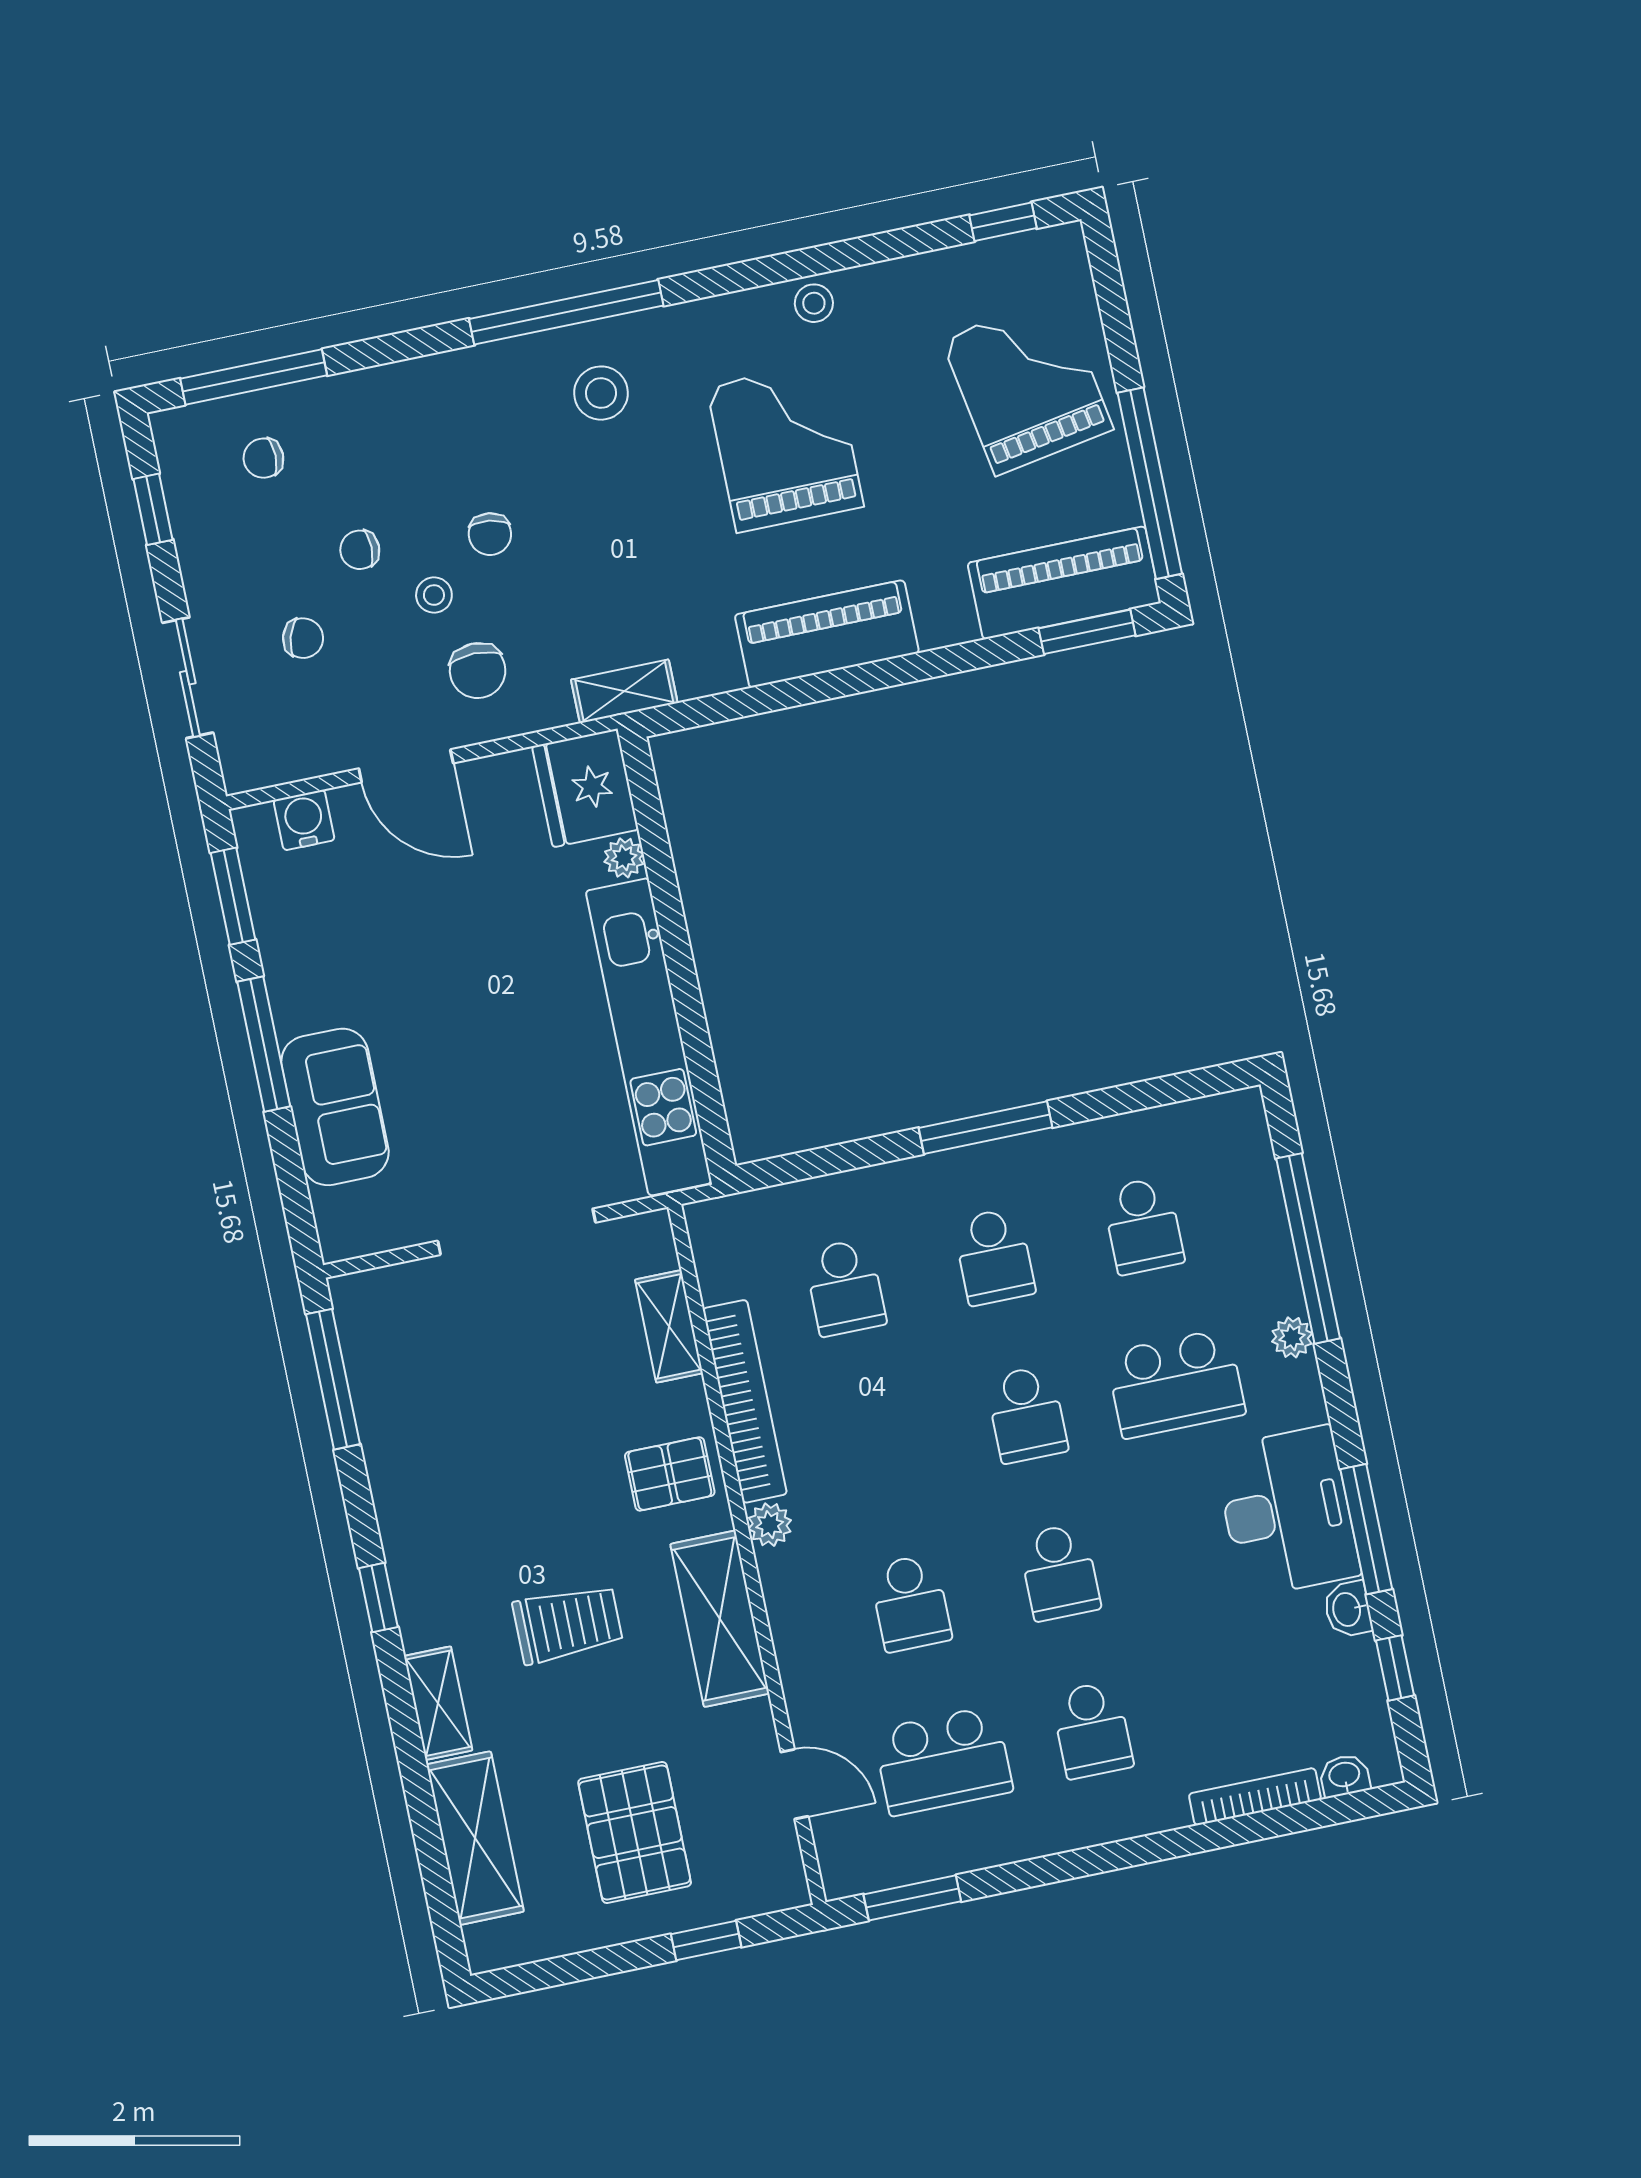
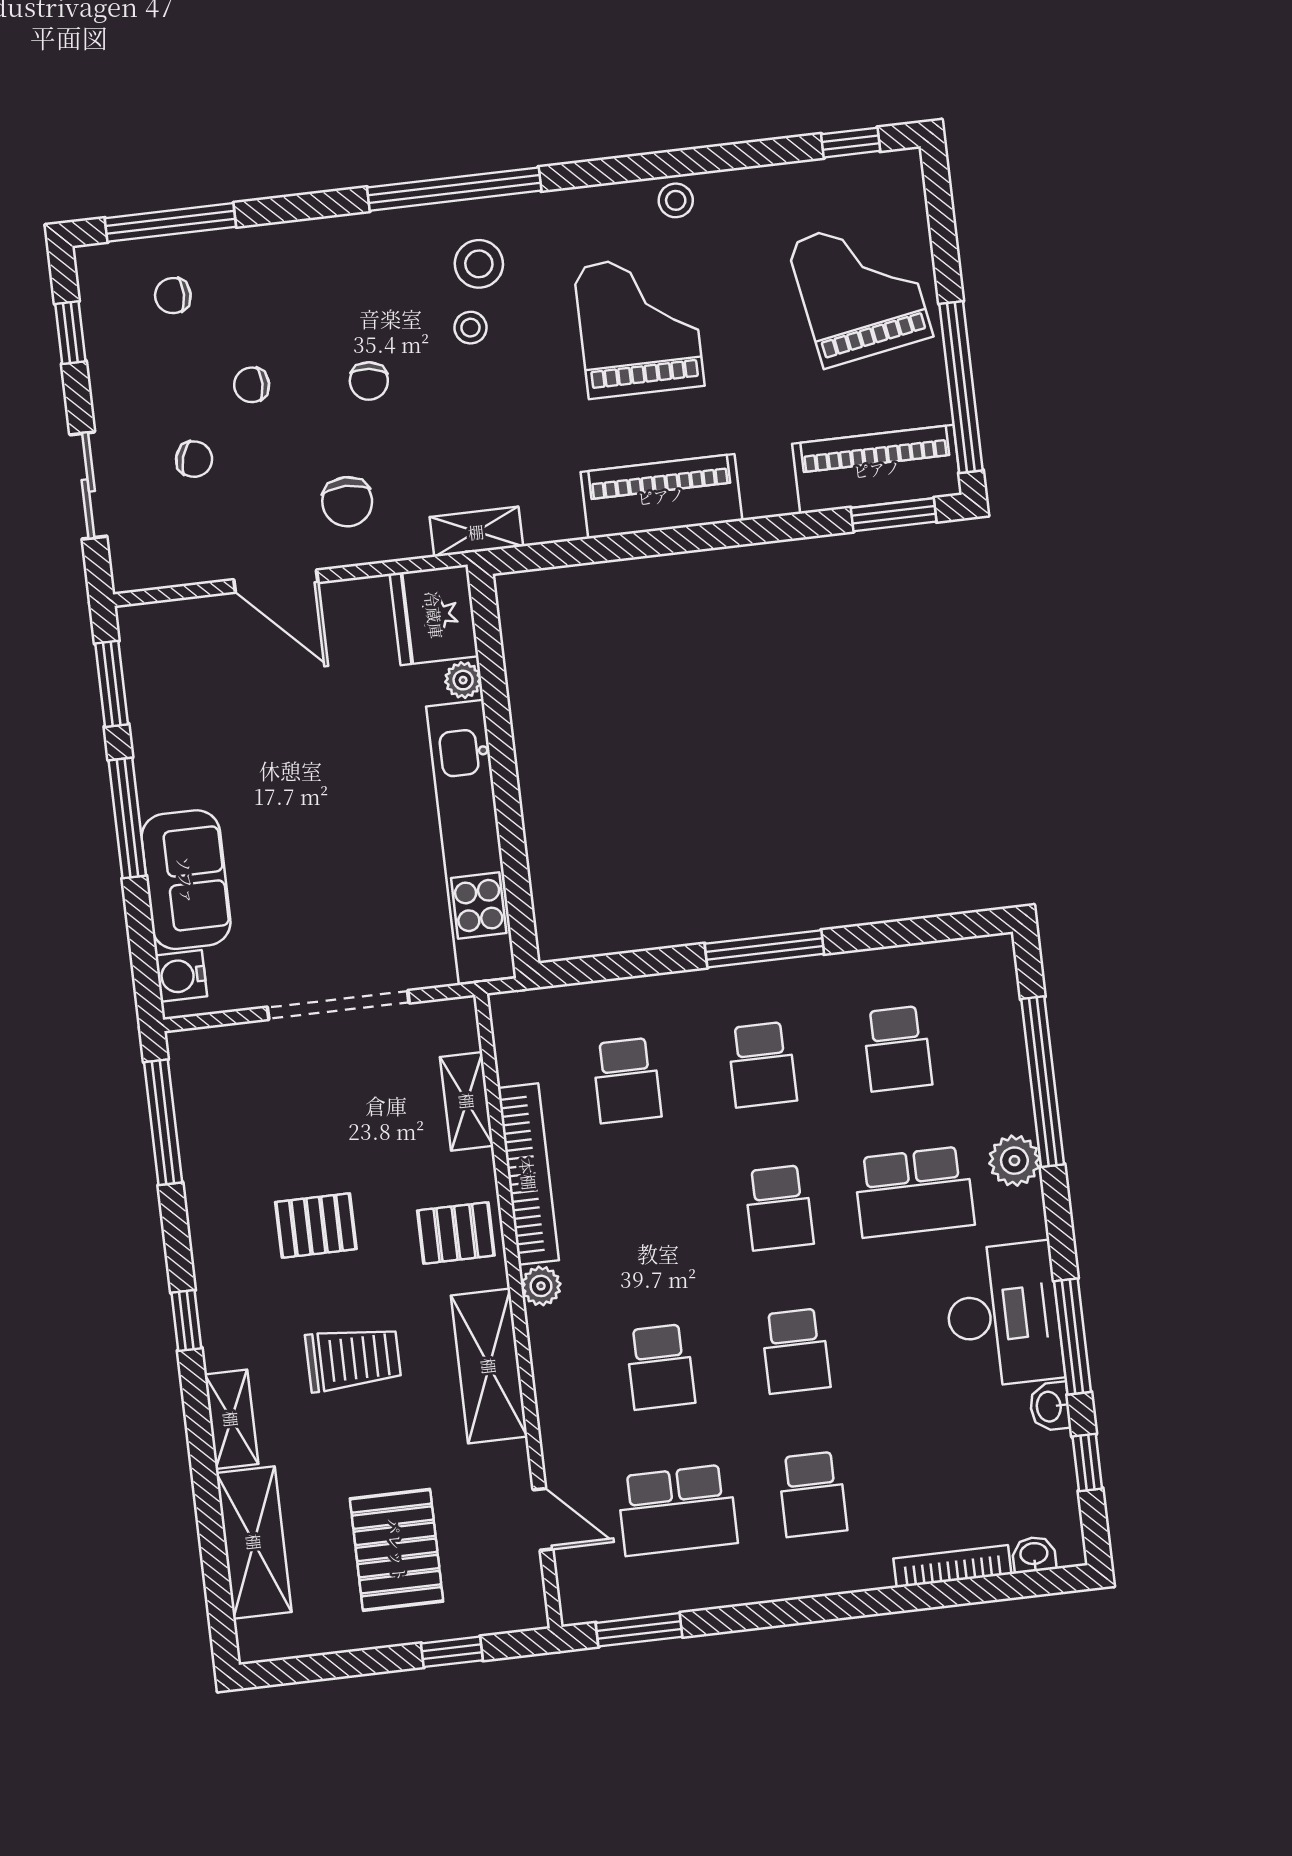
stool: (434, 595) -> (470, 328), moved
water cooler: (304, 820) -> (181, 976), moved, turned -90
plant: (1292, 1337) -> (1014, 1161), width x1.38, depth x1.38
pallet: (513, 1479) -> (316, 1226), added

